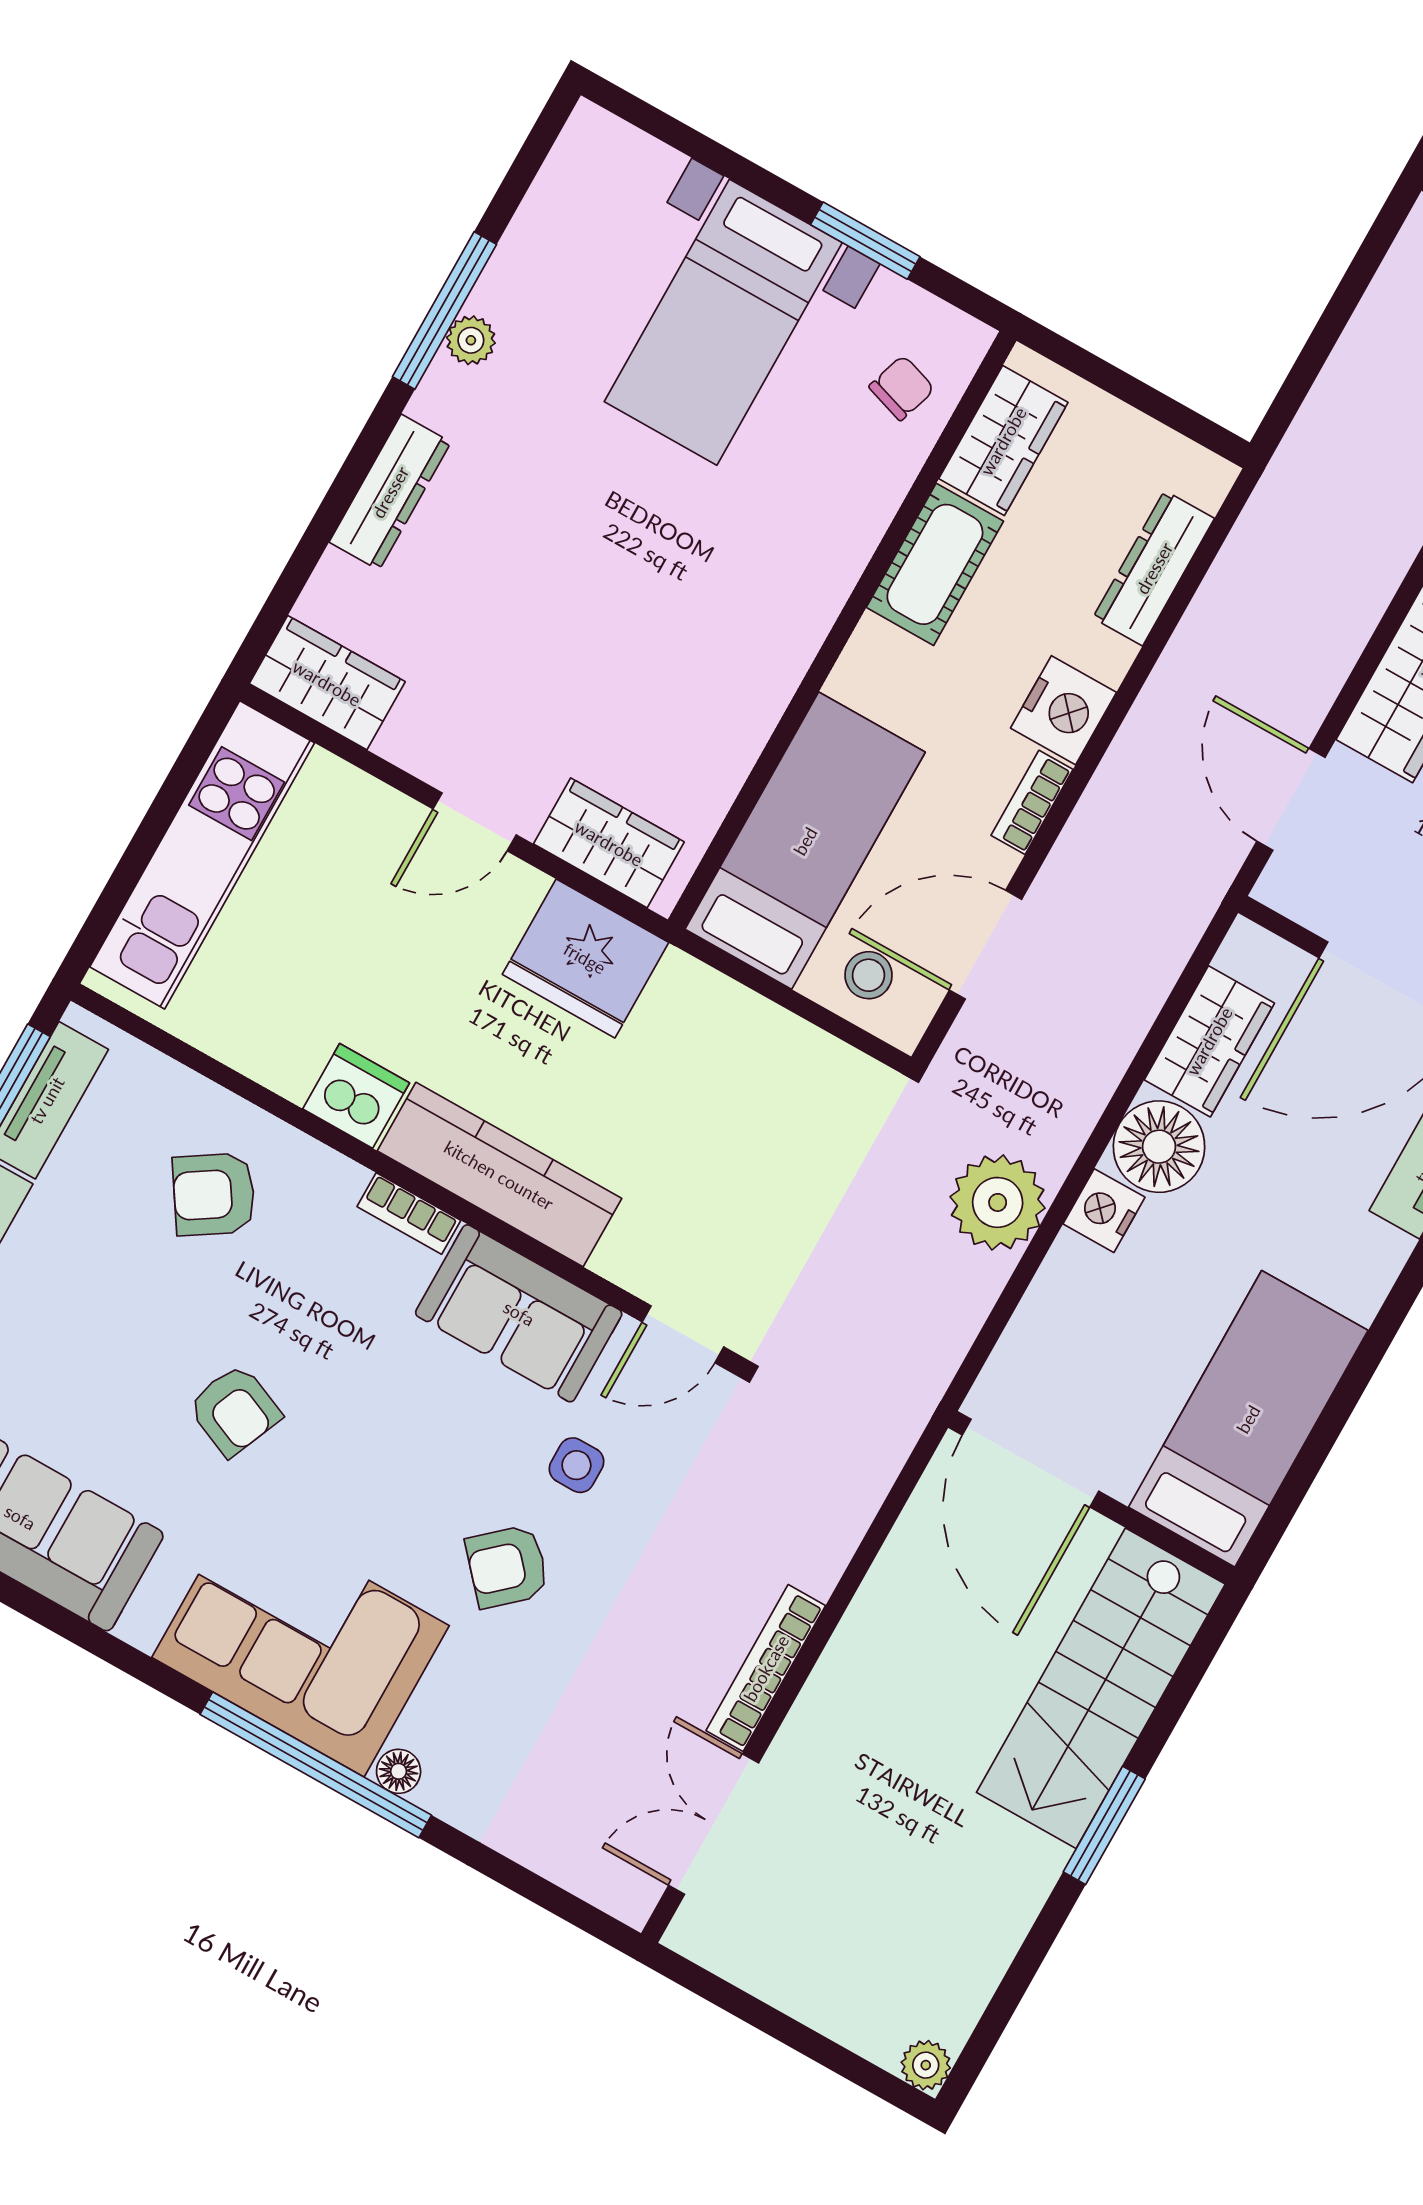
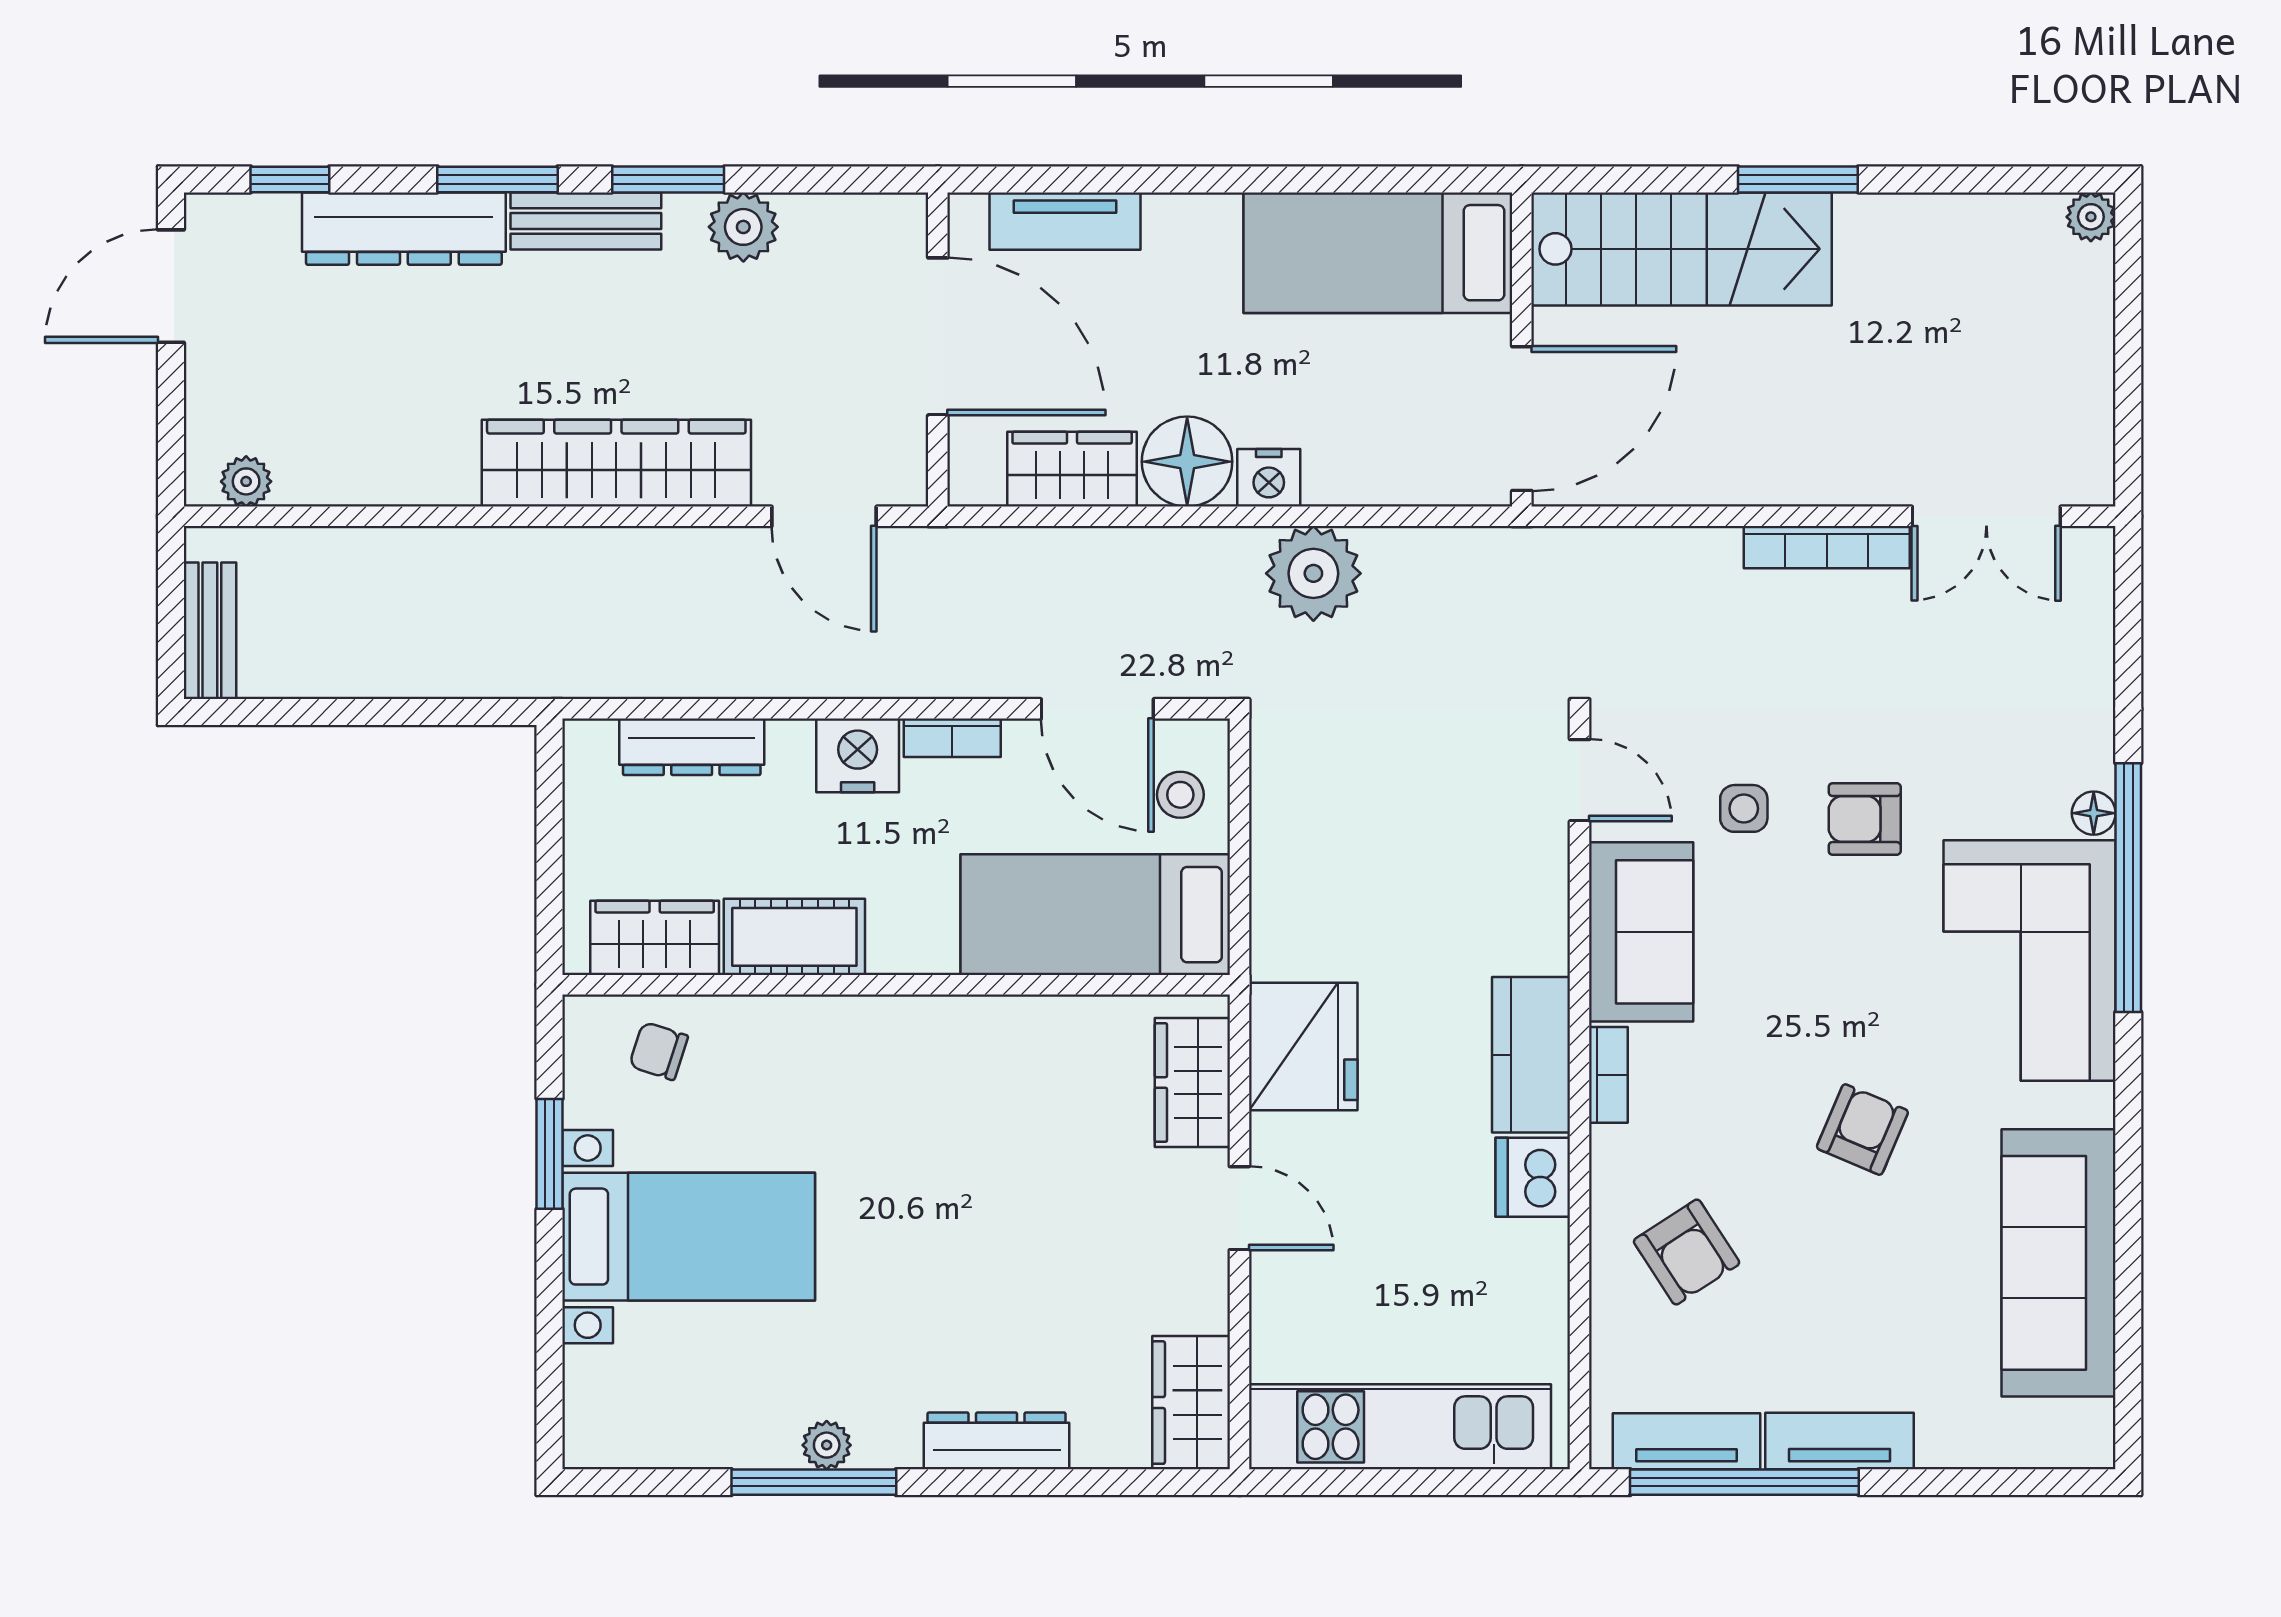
door: (1291, 799) -> (824, 516), hinge flipped
kitchen counter: (499, 1175) -> (1531, 1055), width x0.67
armchair: (507, 1567) -> (1865, 819), turned 132

